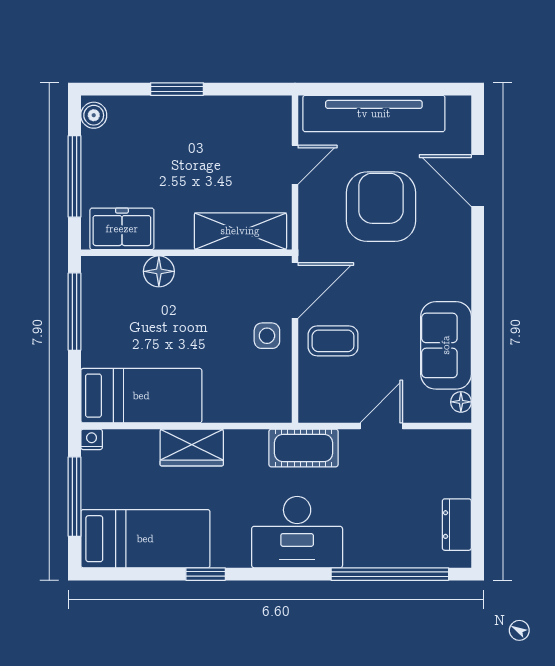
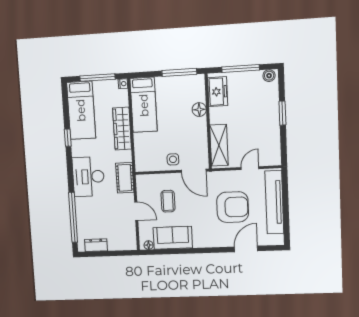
door: (295, 165) -> (250, 168), swing flipped
coffee table: (333, 341) -> (168, 201), moved
wardrobe: (192, 448) -> (122, 129), width x1.50

